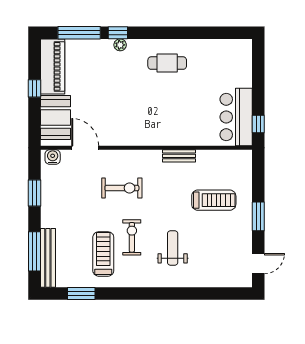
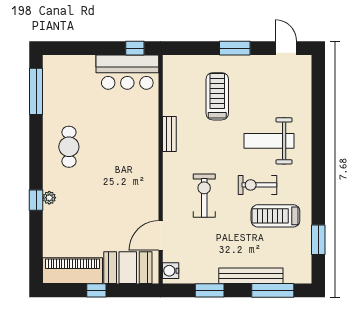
window: (79, 33) -> (36, 91), moved
weight bench: (173, 248) -> (269, 141), width x1.36, depth x1.33
bench: (48, 258) -> (251, 276), moved

